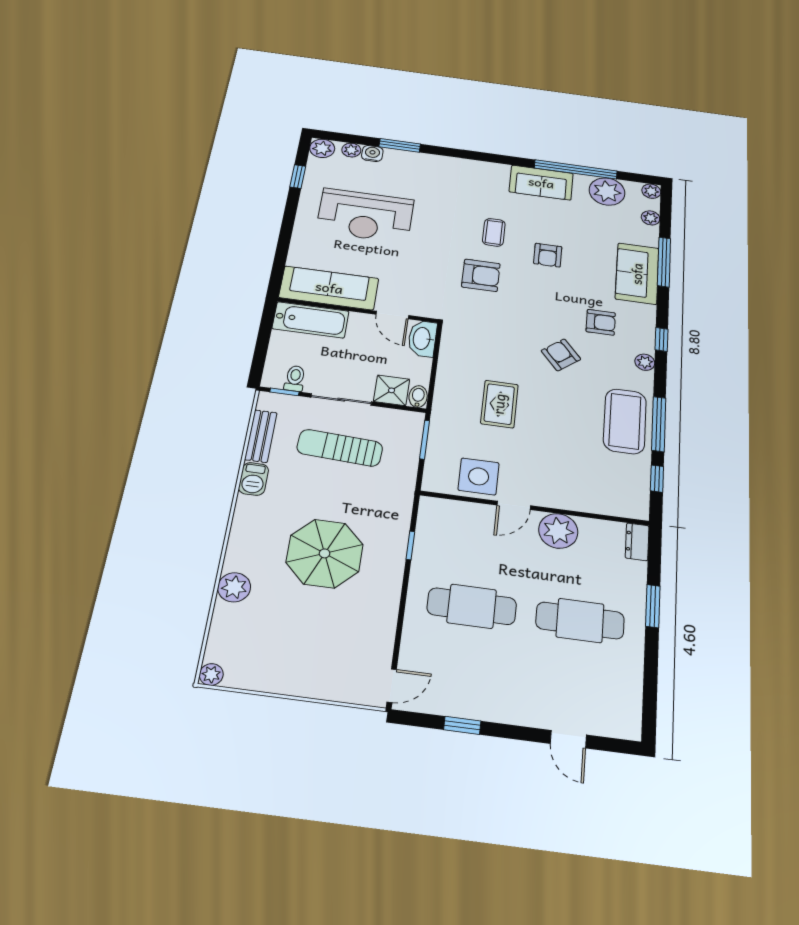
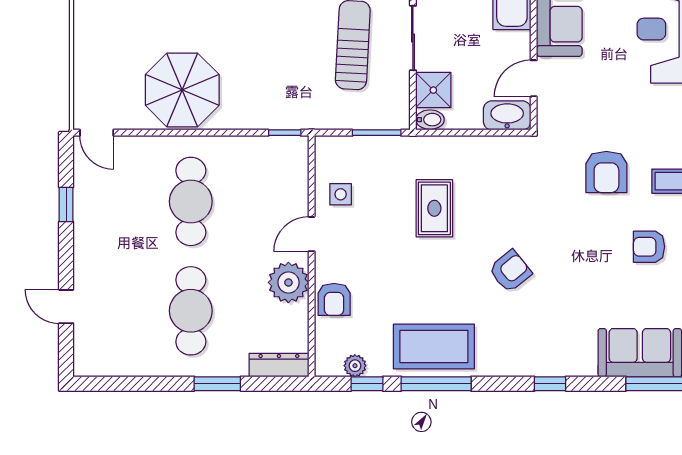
armchair: (601, 322) -> (334, 299), moved
plant: (645, 362) -> (355, 366), moved
rug: (499, 404) -> (434, 208), turned 90
side table: (479, 476) -> (341, 194), width x0.54, depth x0.54
door: (514, 505) -> (312, 234), hinge flipped
dresser: (637, 542) -> (279, 365), width x1.44
window: (410, 545) -> (285, 133), moved
parasol: (325, 553) -> (182, 90), moved
door: (568, 739) -> (66, 307), hinge flipped

